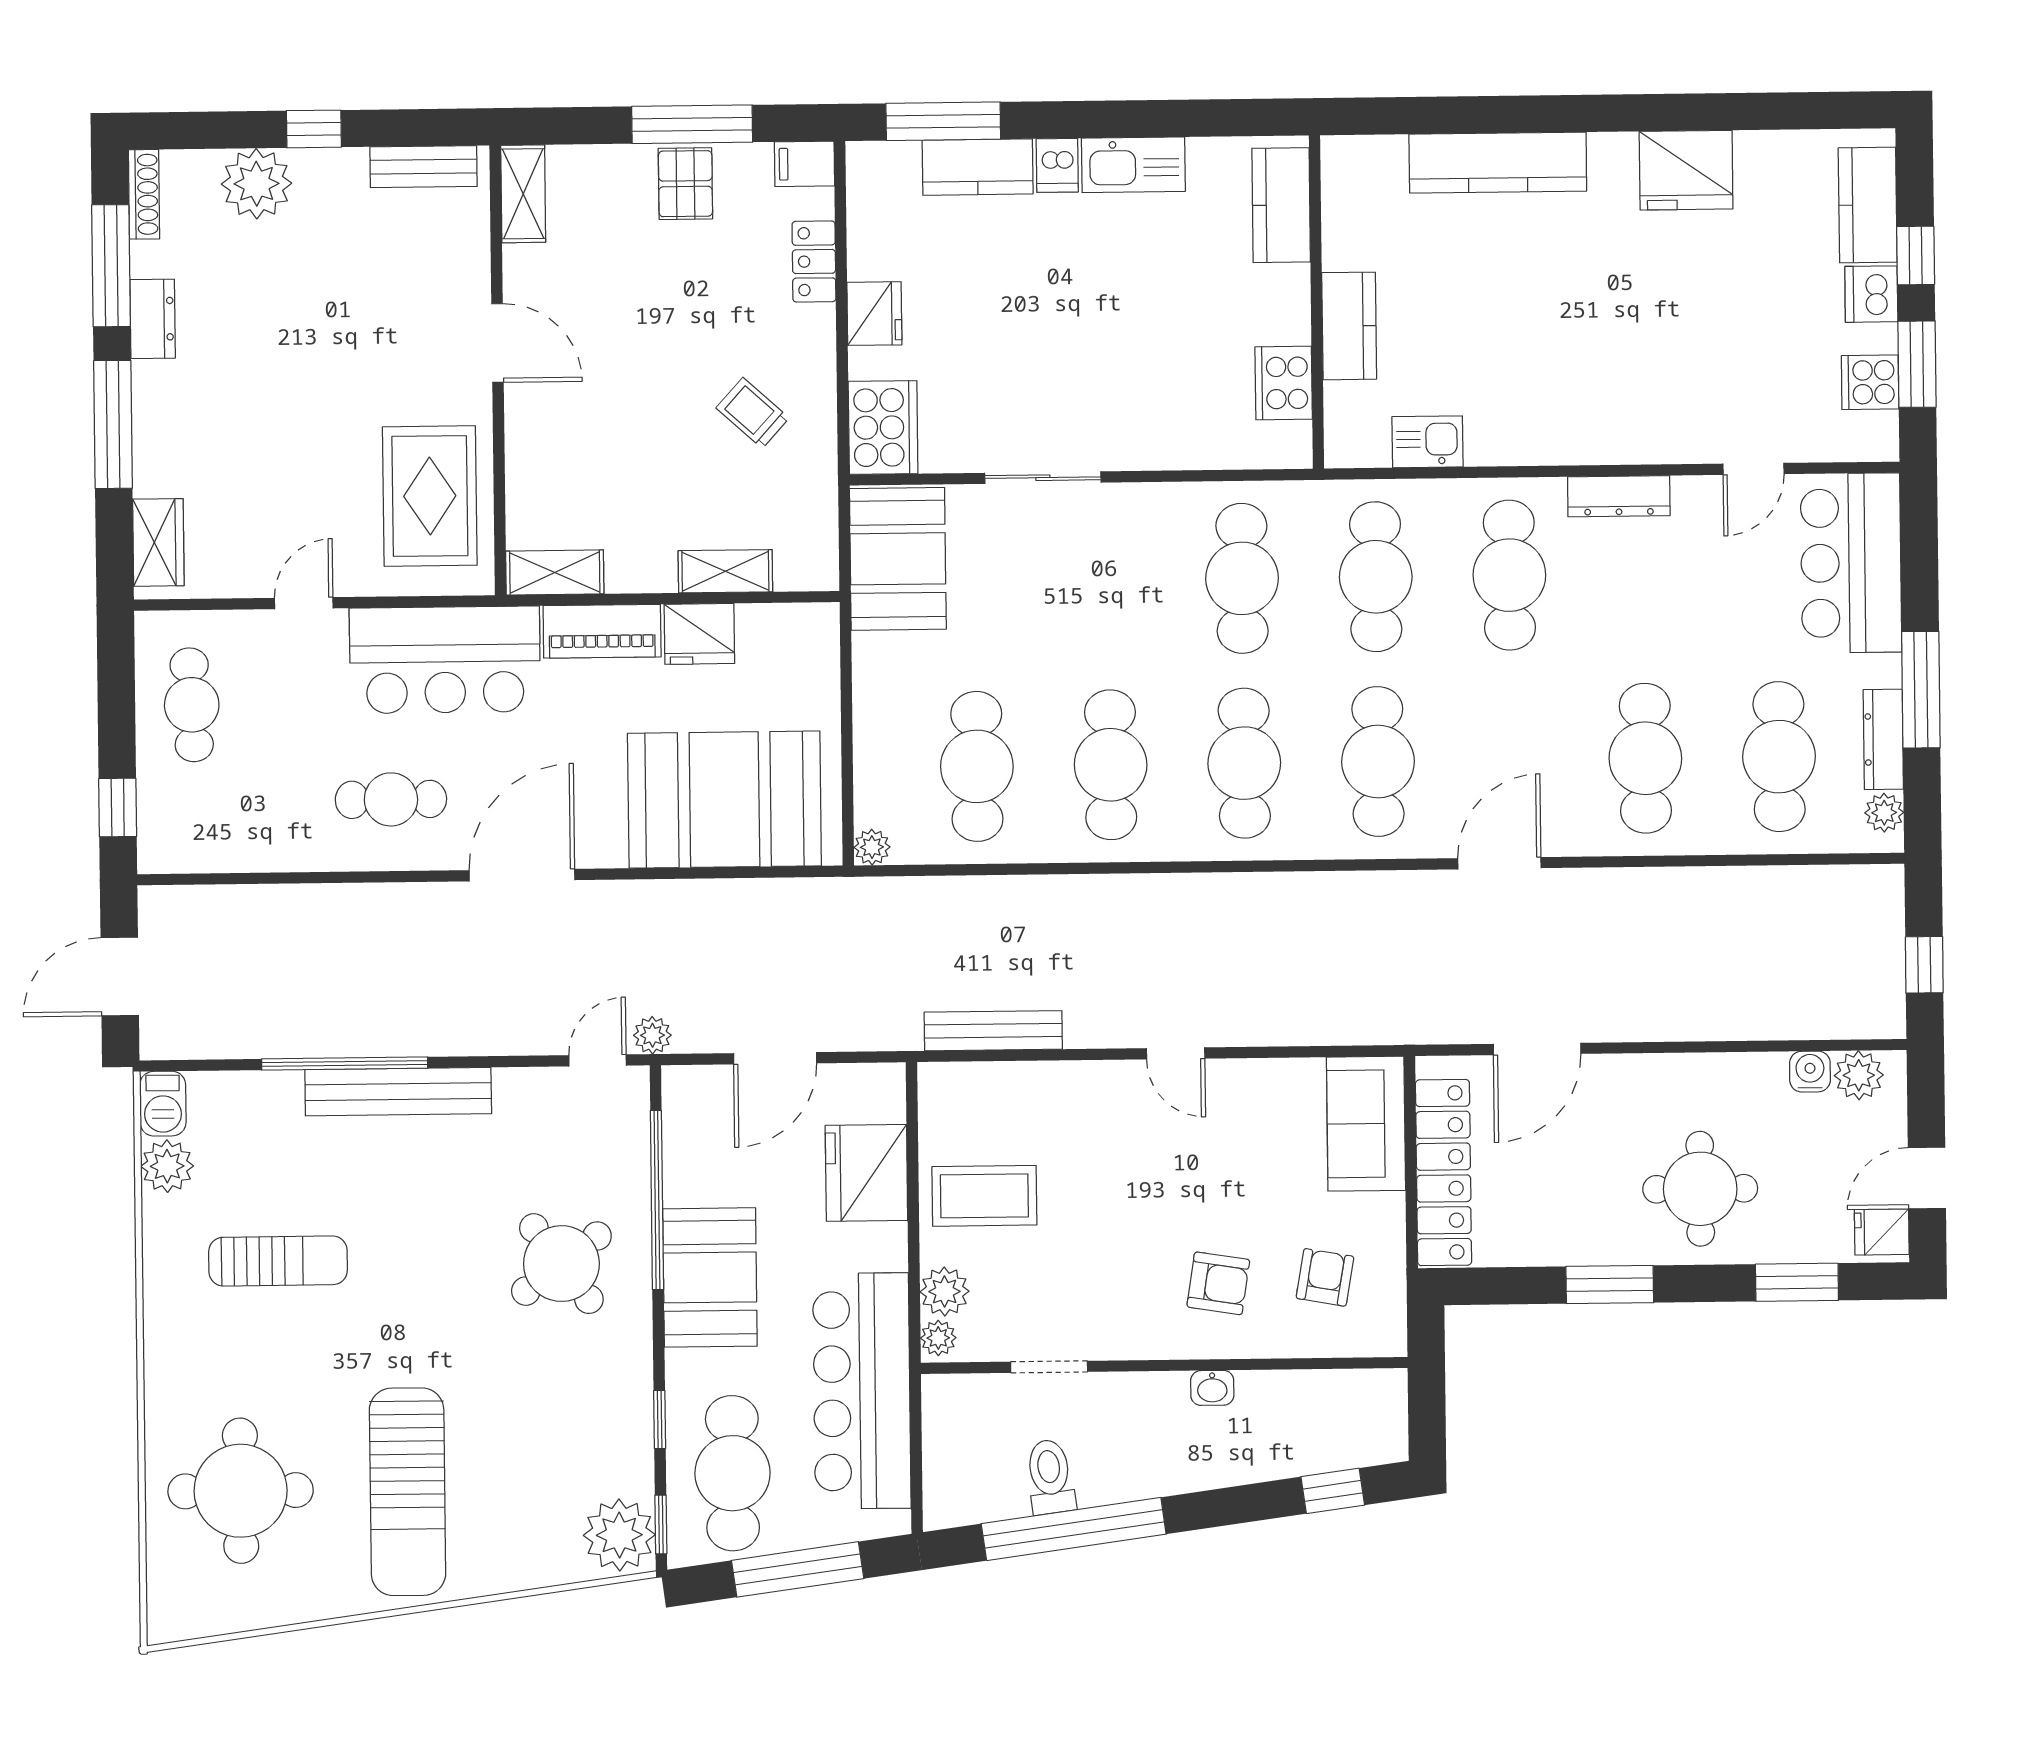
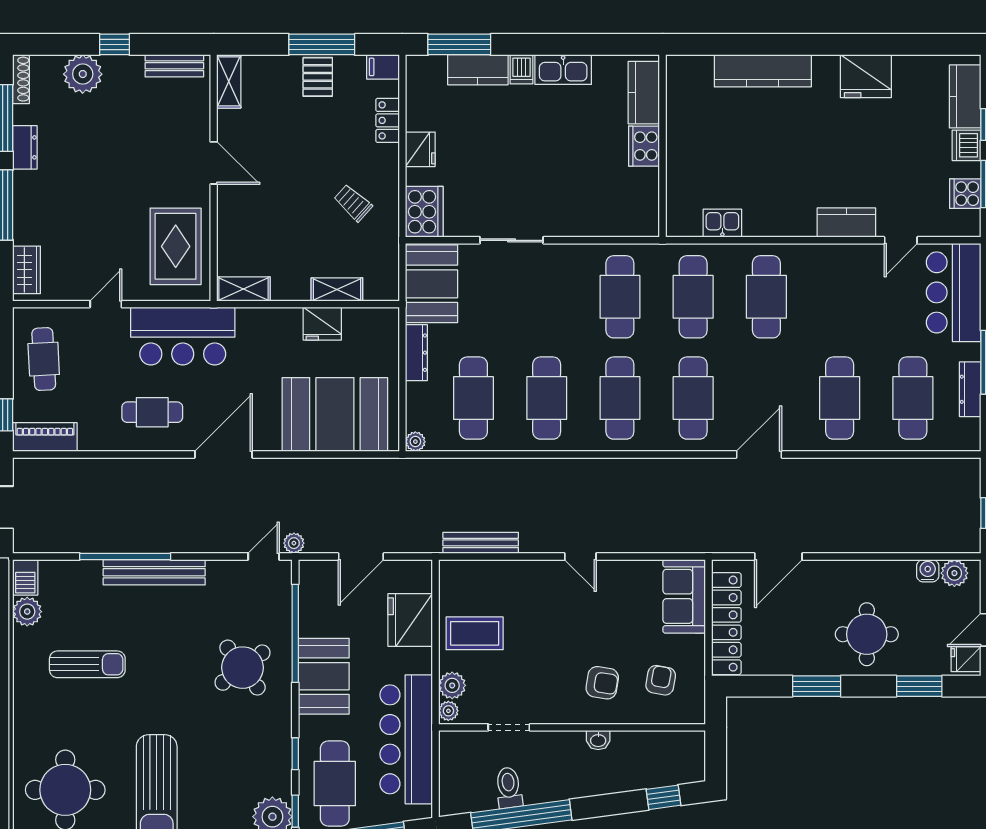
kitchen counter: (1349, 326) -> (846, 223), moved, turned -90
cooker: (1284, 383) -> (644, 146), moved
dresser: (1619, 496) -> (416, 353), moved, turned -90
piano: (602, 631) -> (45, 437), moved, turned 180
plant: (1884, 813) -> (970, 429), removed

